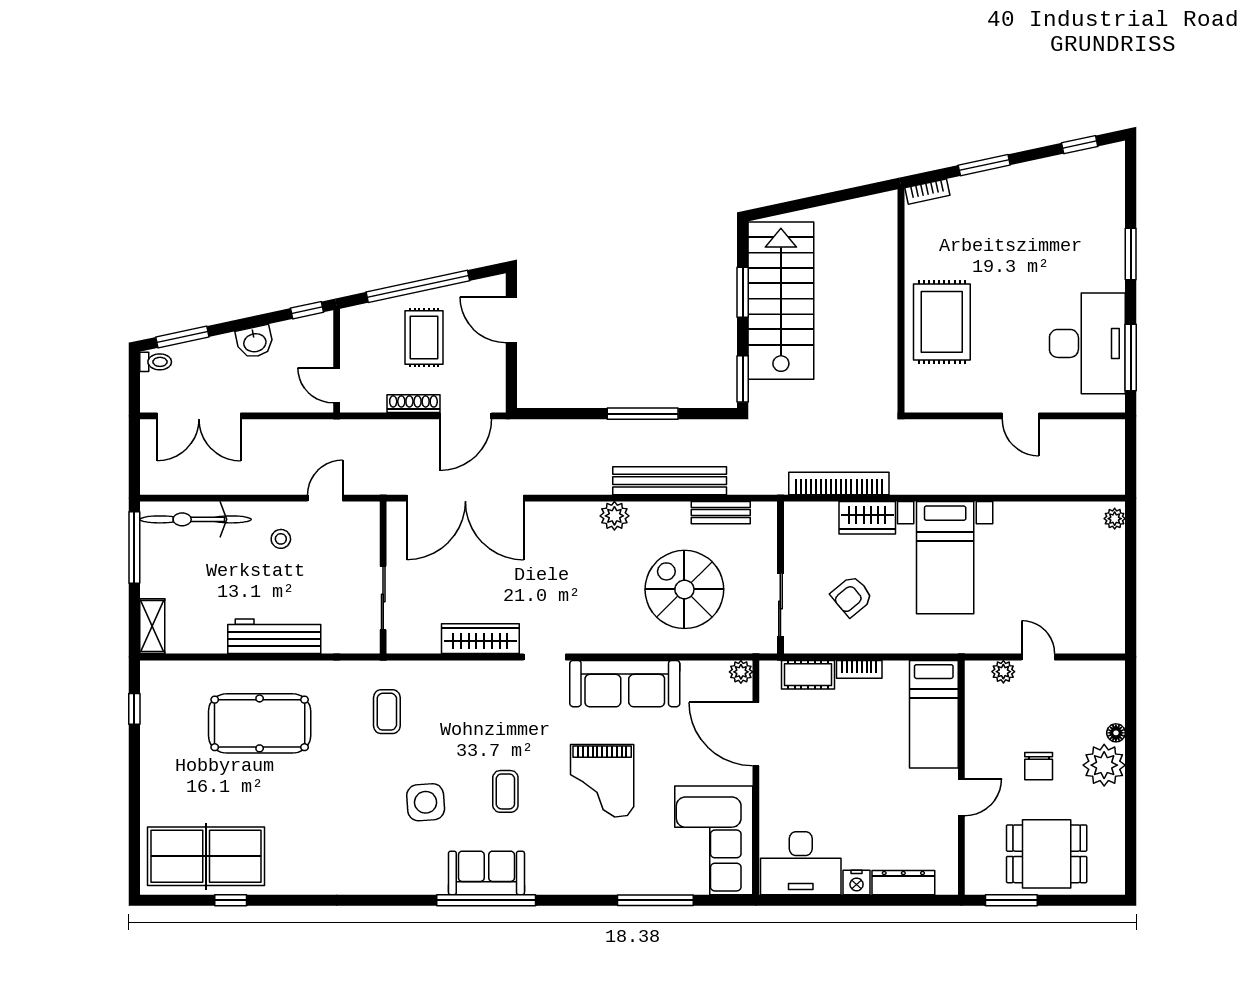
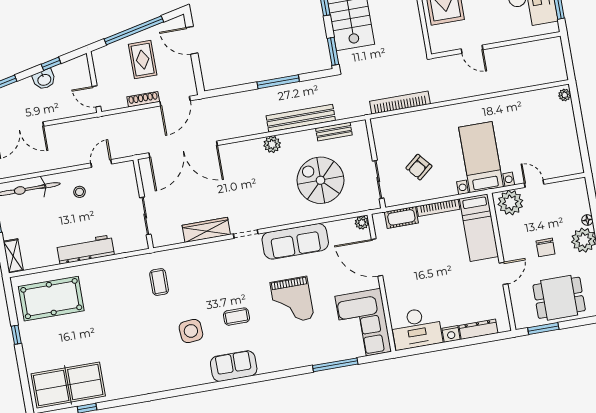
window: (307, 310) -> (51, 64), moved
door: (1021, 416) -> (472, 49), moved
wardrobe: (867, 518) -> (420, 120), removed
bed with nightstands: (945, 558) -> (481, 157), moved, turned 180
bookcase: (859, 669) -> (438, 208), width x1.56
plant: (1003, 672) -> (510, 203), width x1.88, depth x1.88
window: (134, 709) -> (16, 335), moved
pool table: (260, 723) -> (51, 299), moved
coffee table: (505, 791) -> (236, 317), turned 90
window: (486, 900) -> (236, 382), removed

